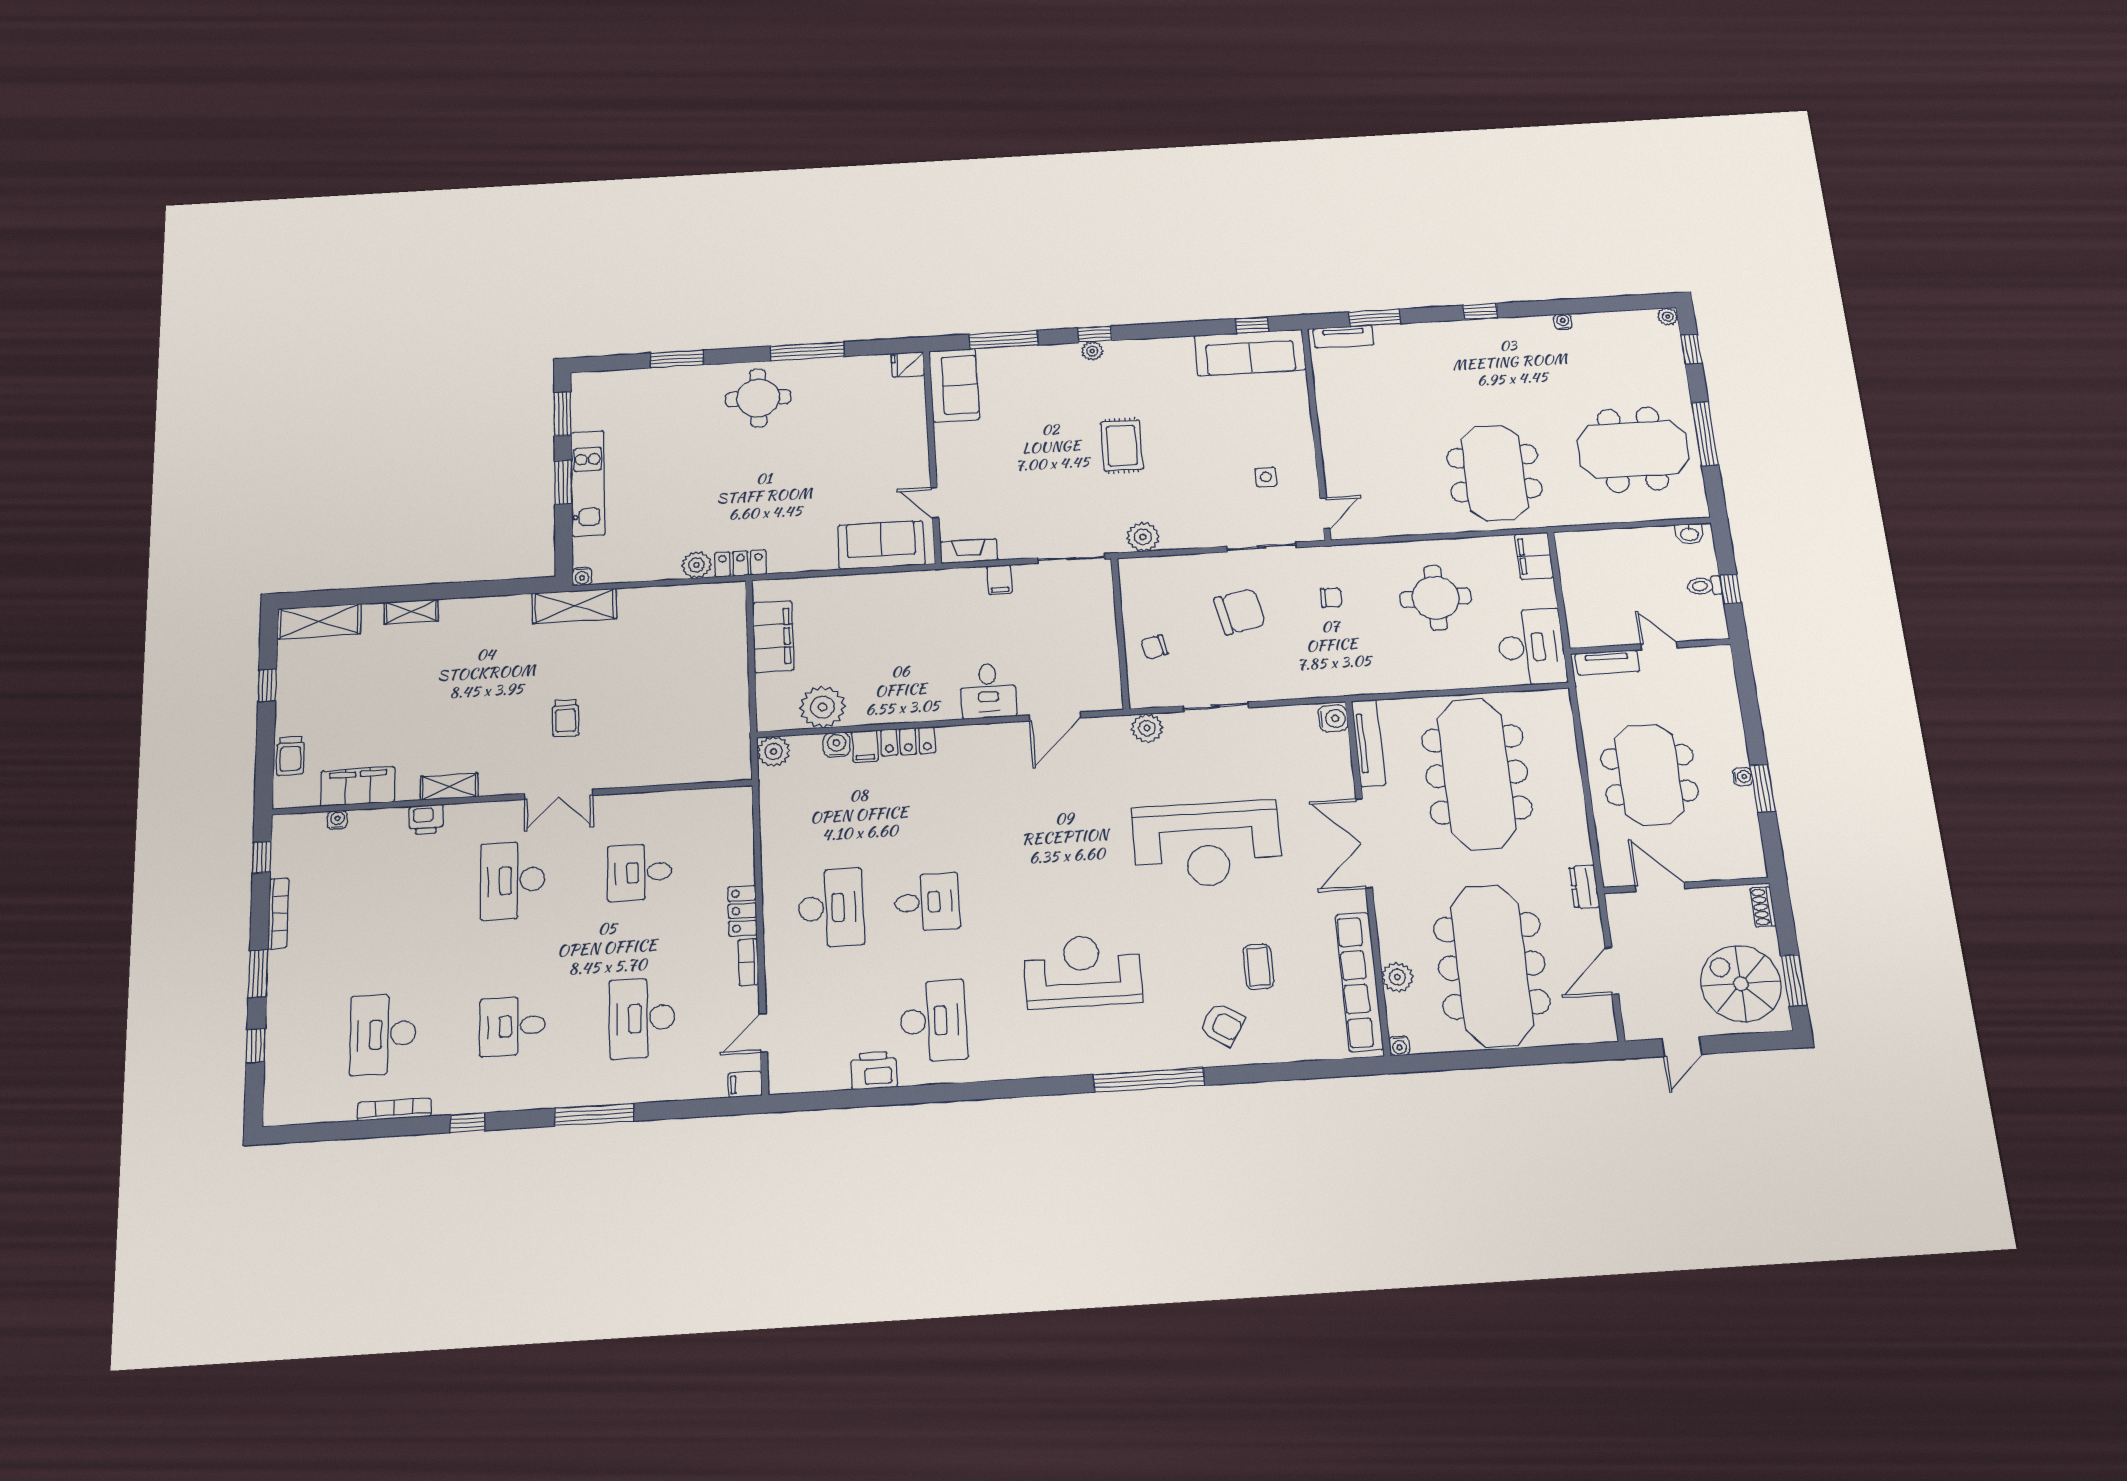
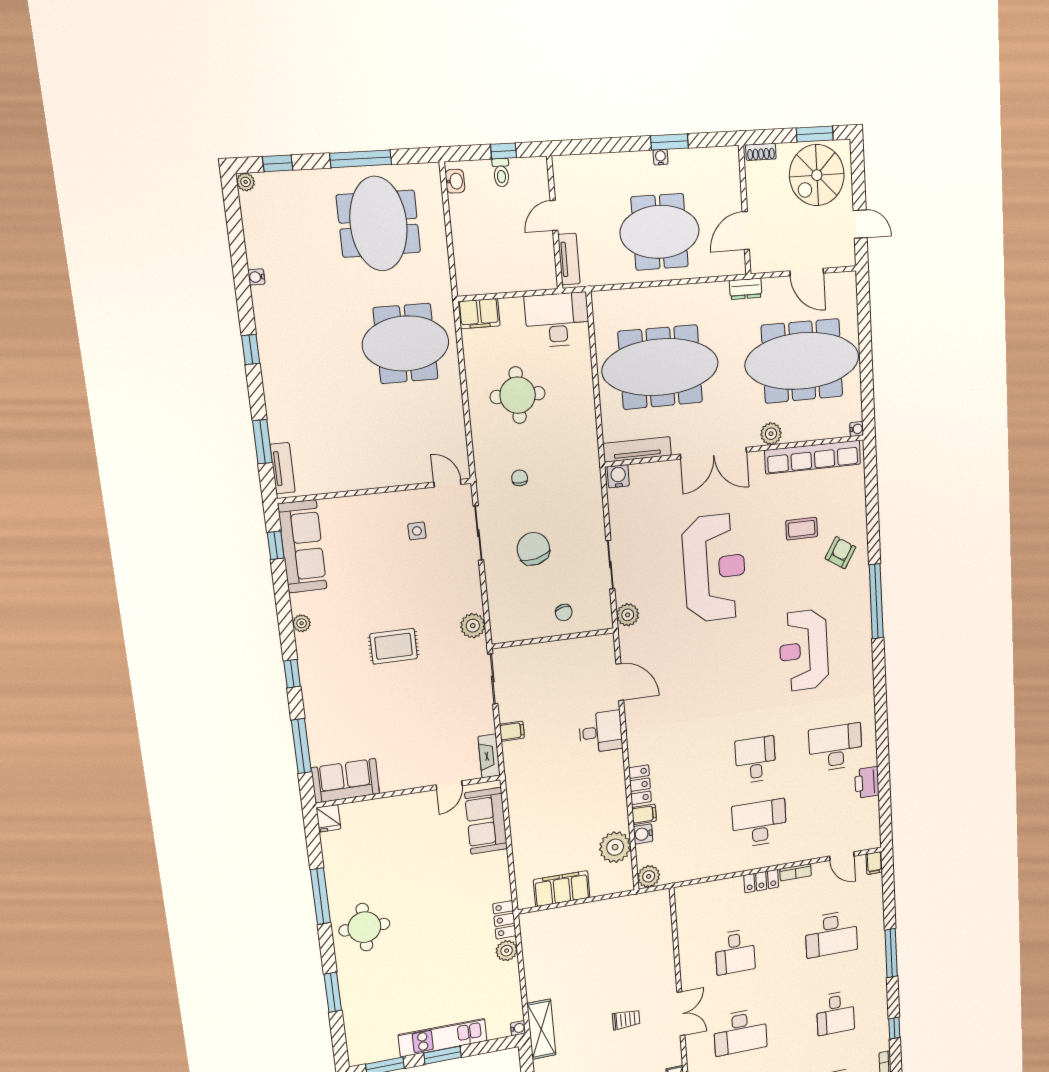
plant: (1092, 351) -> (302, 623), moved
plant: (1397, 977) -> (771, 434), moved

